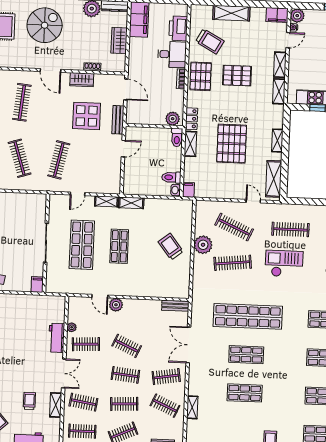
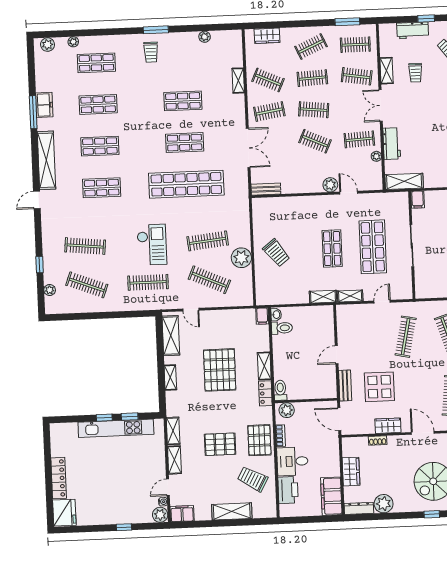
plant: (173, 119) -> (287, 410), moved
wall: (154, 126) -> (306, 401), moved
toilet: (177, 138) -> (280, 390), moved
checkout: (284, 264) -> (152, 245), turned -90
shelving: (48, 302) -> (404, 181), added

